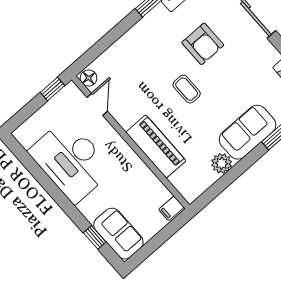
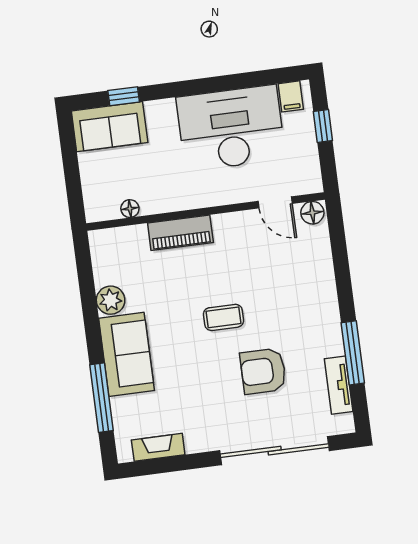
window: (52, 89) -> (323, 126), moved
piano: (156, 147) -> (180, 233), width x0.73, depth x0.75
floor lamp: (159, 189) -> (130, 209), added
filing cabinet: (171, 208) -> (291, 96), moved, turned 180

